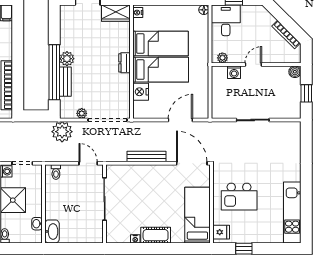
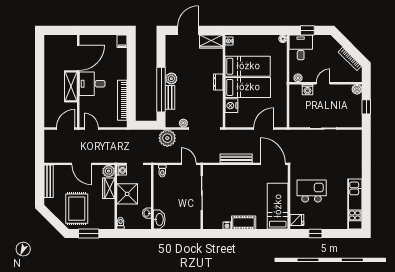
kitchen island: (239, 197) -> (312, 191), turned 180

